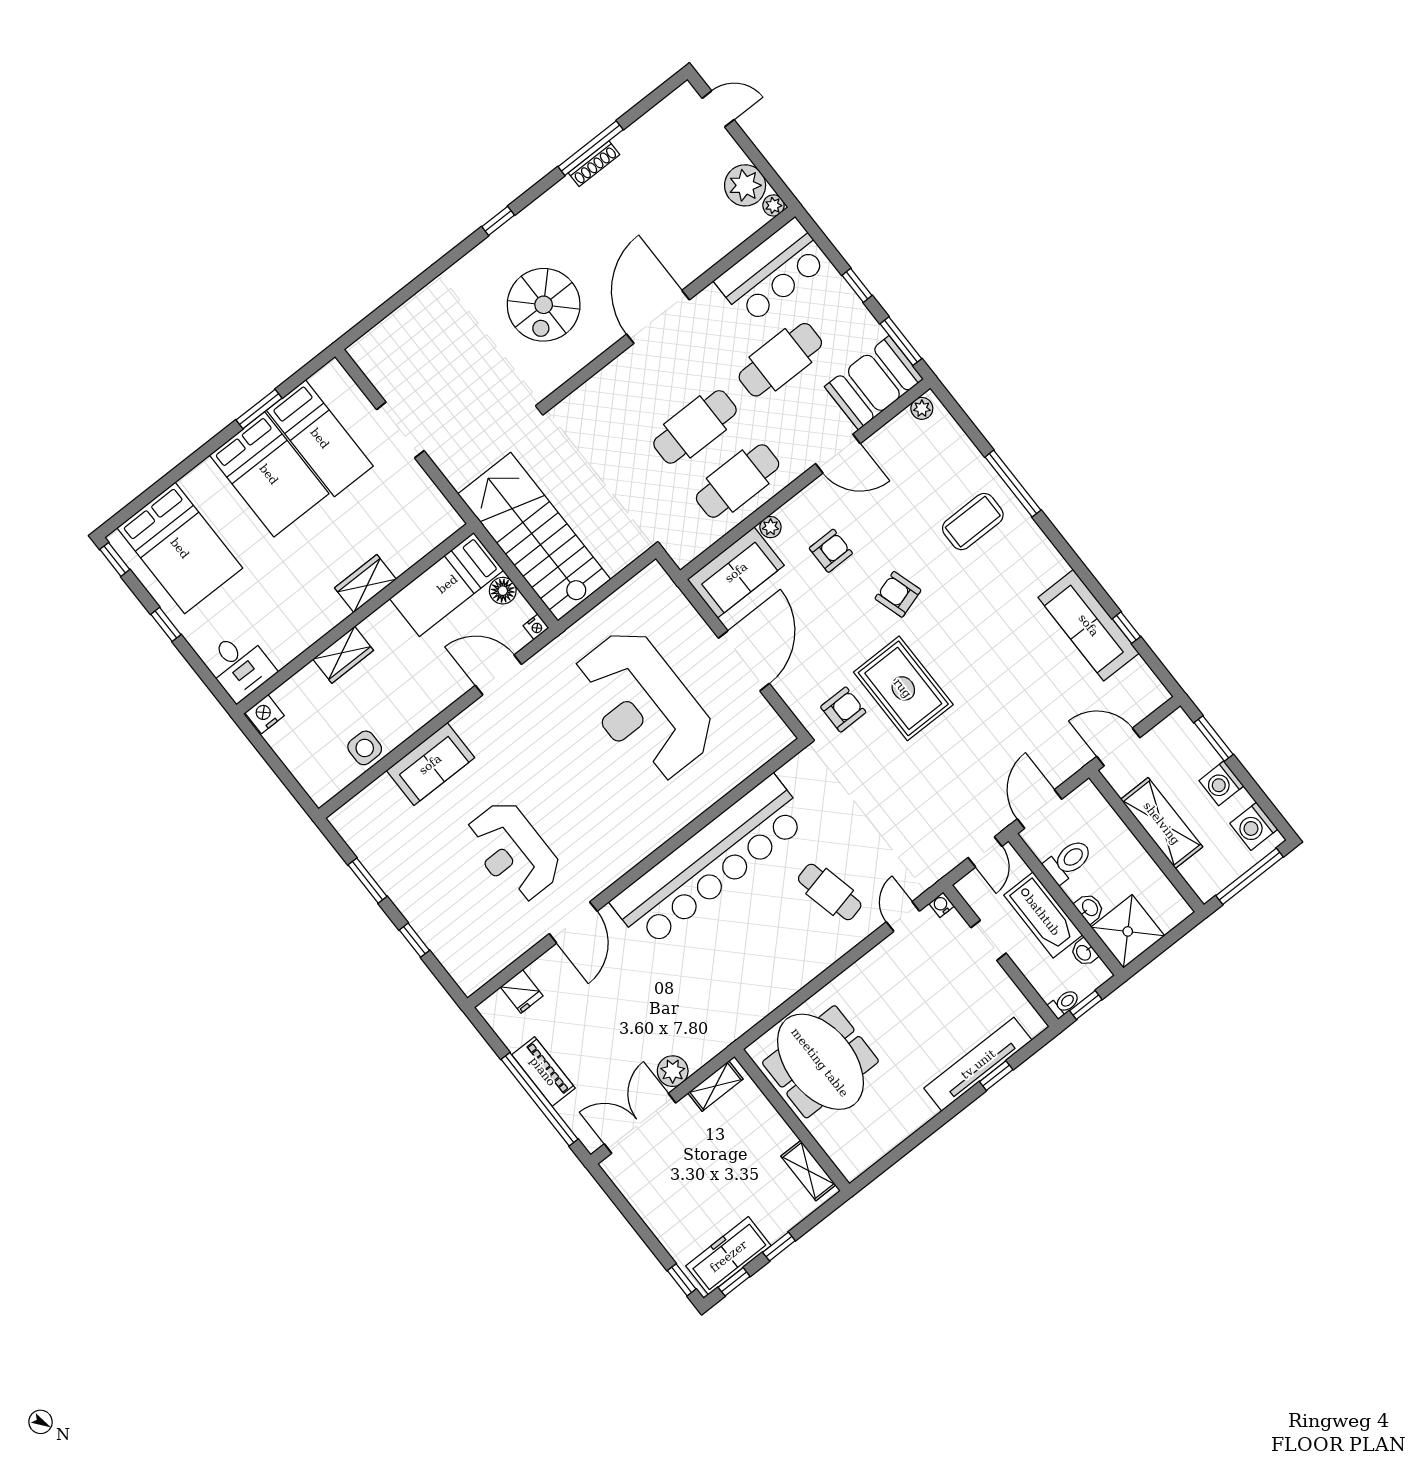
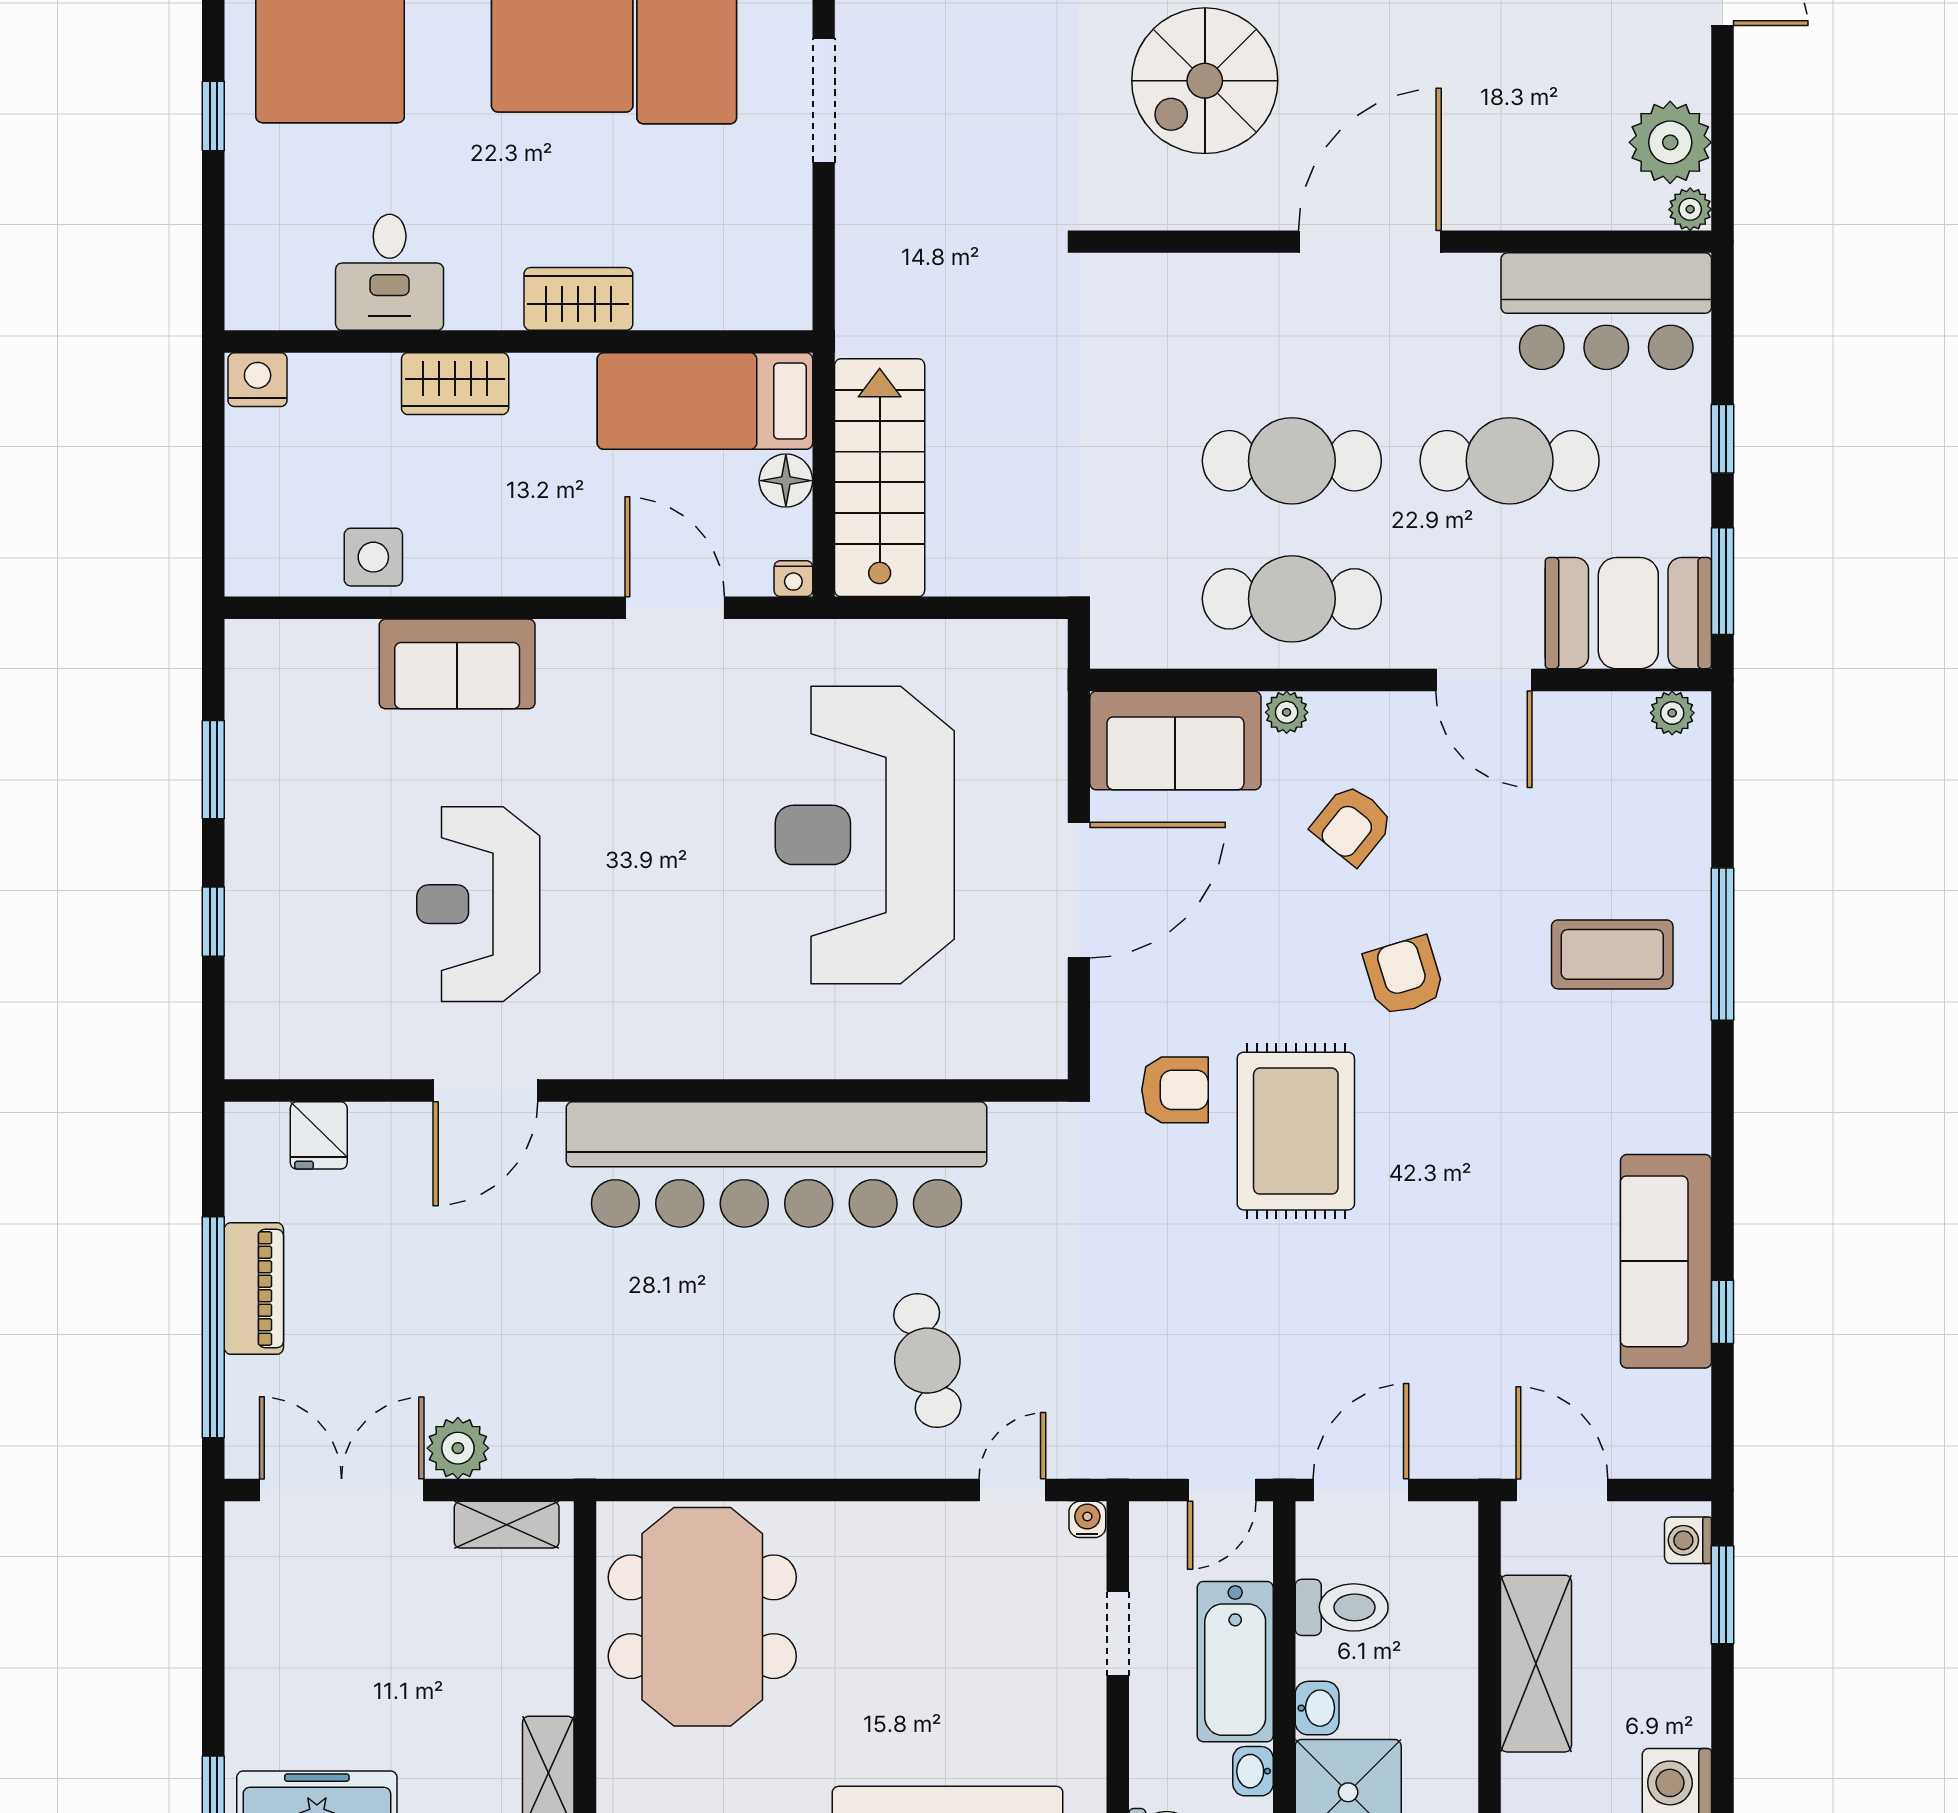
stairs: (534, 537) -> (880, 478), width x0.73, depth x0.66
armchair: (831, 551) -> (1352, 824), turned 129
desk: (240, 666) -> (390, 272), moved
washing machine: (1221, 783) -> (1688, 1540), moved, width x0.73, depth x0.73

